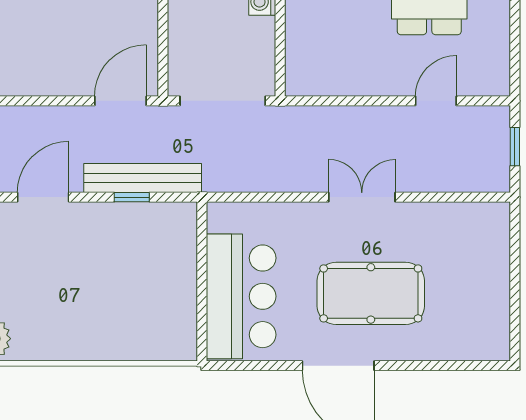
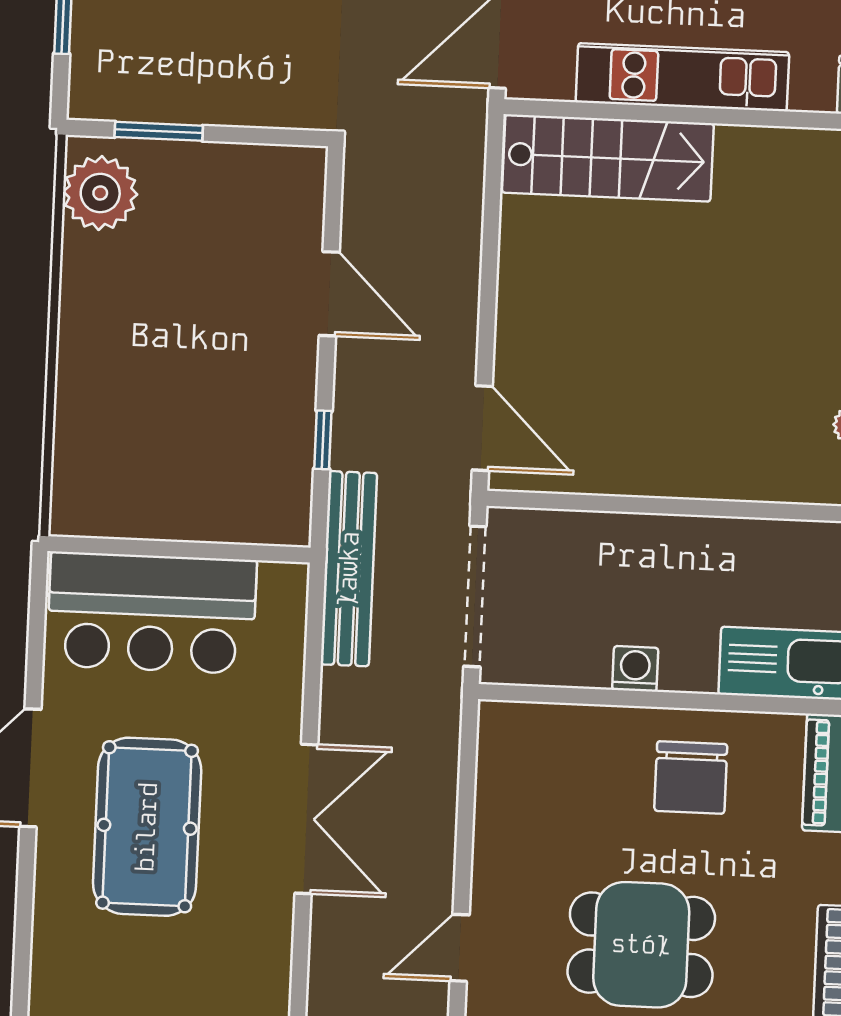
door: (436, 101) -> (460, 948), swing flipped
bench: (143, 178) -> (349, 569), moved
double door: (362, 197) -> (306, 819), width x1.37

